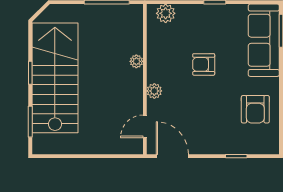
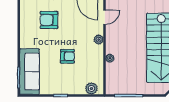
armchair: (255, 109) -> (49, 20), moved, turned -90

